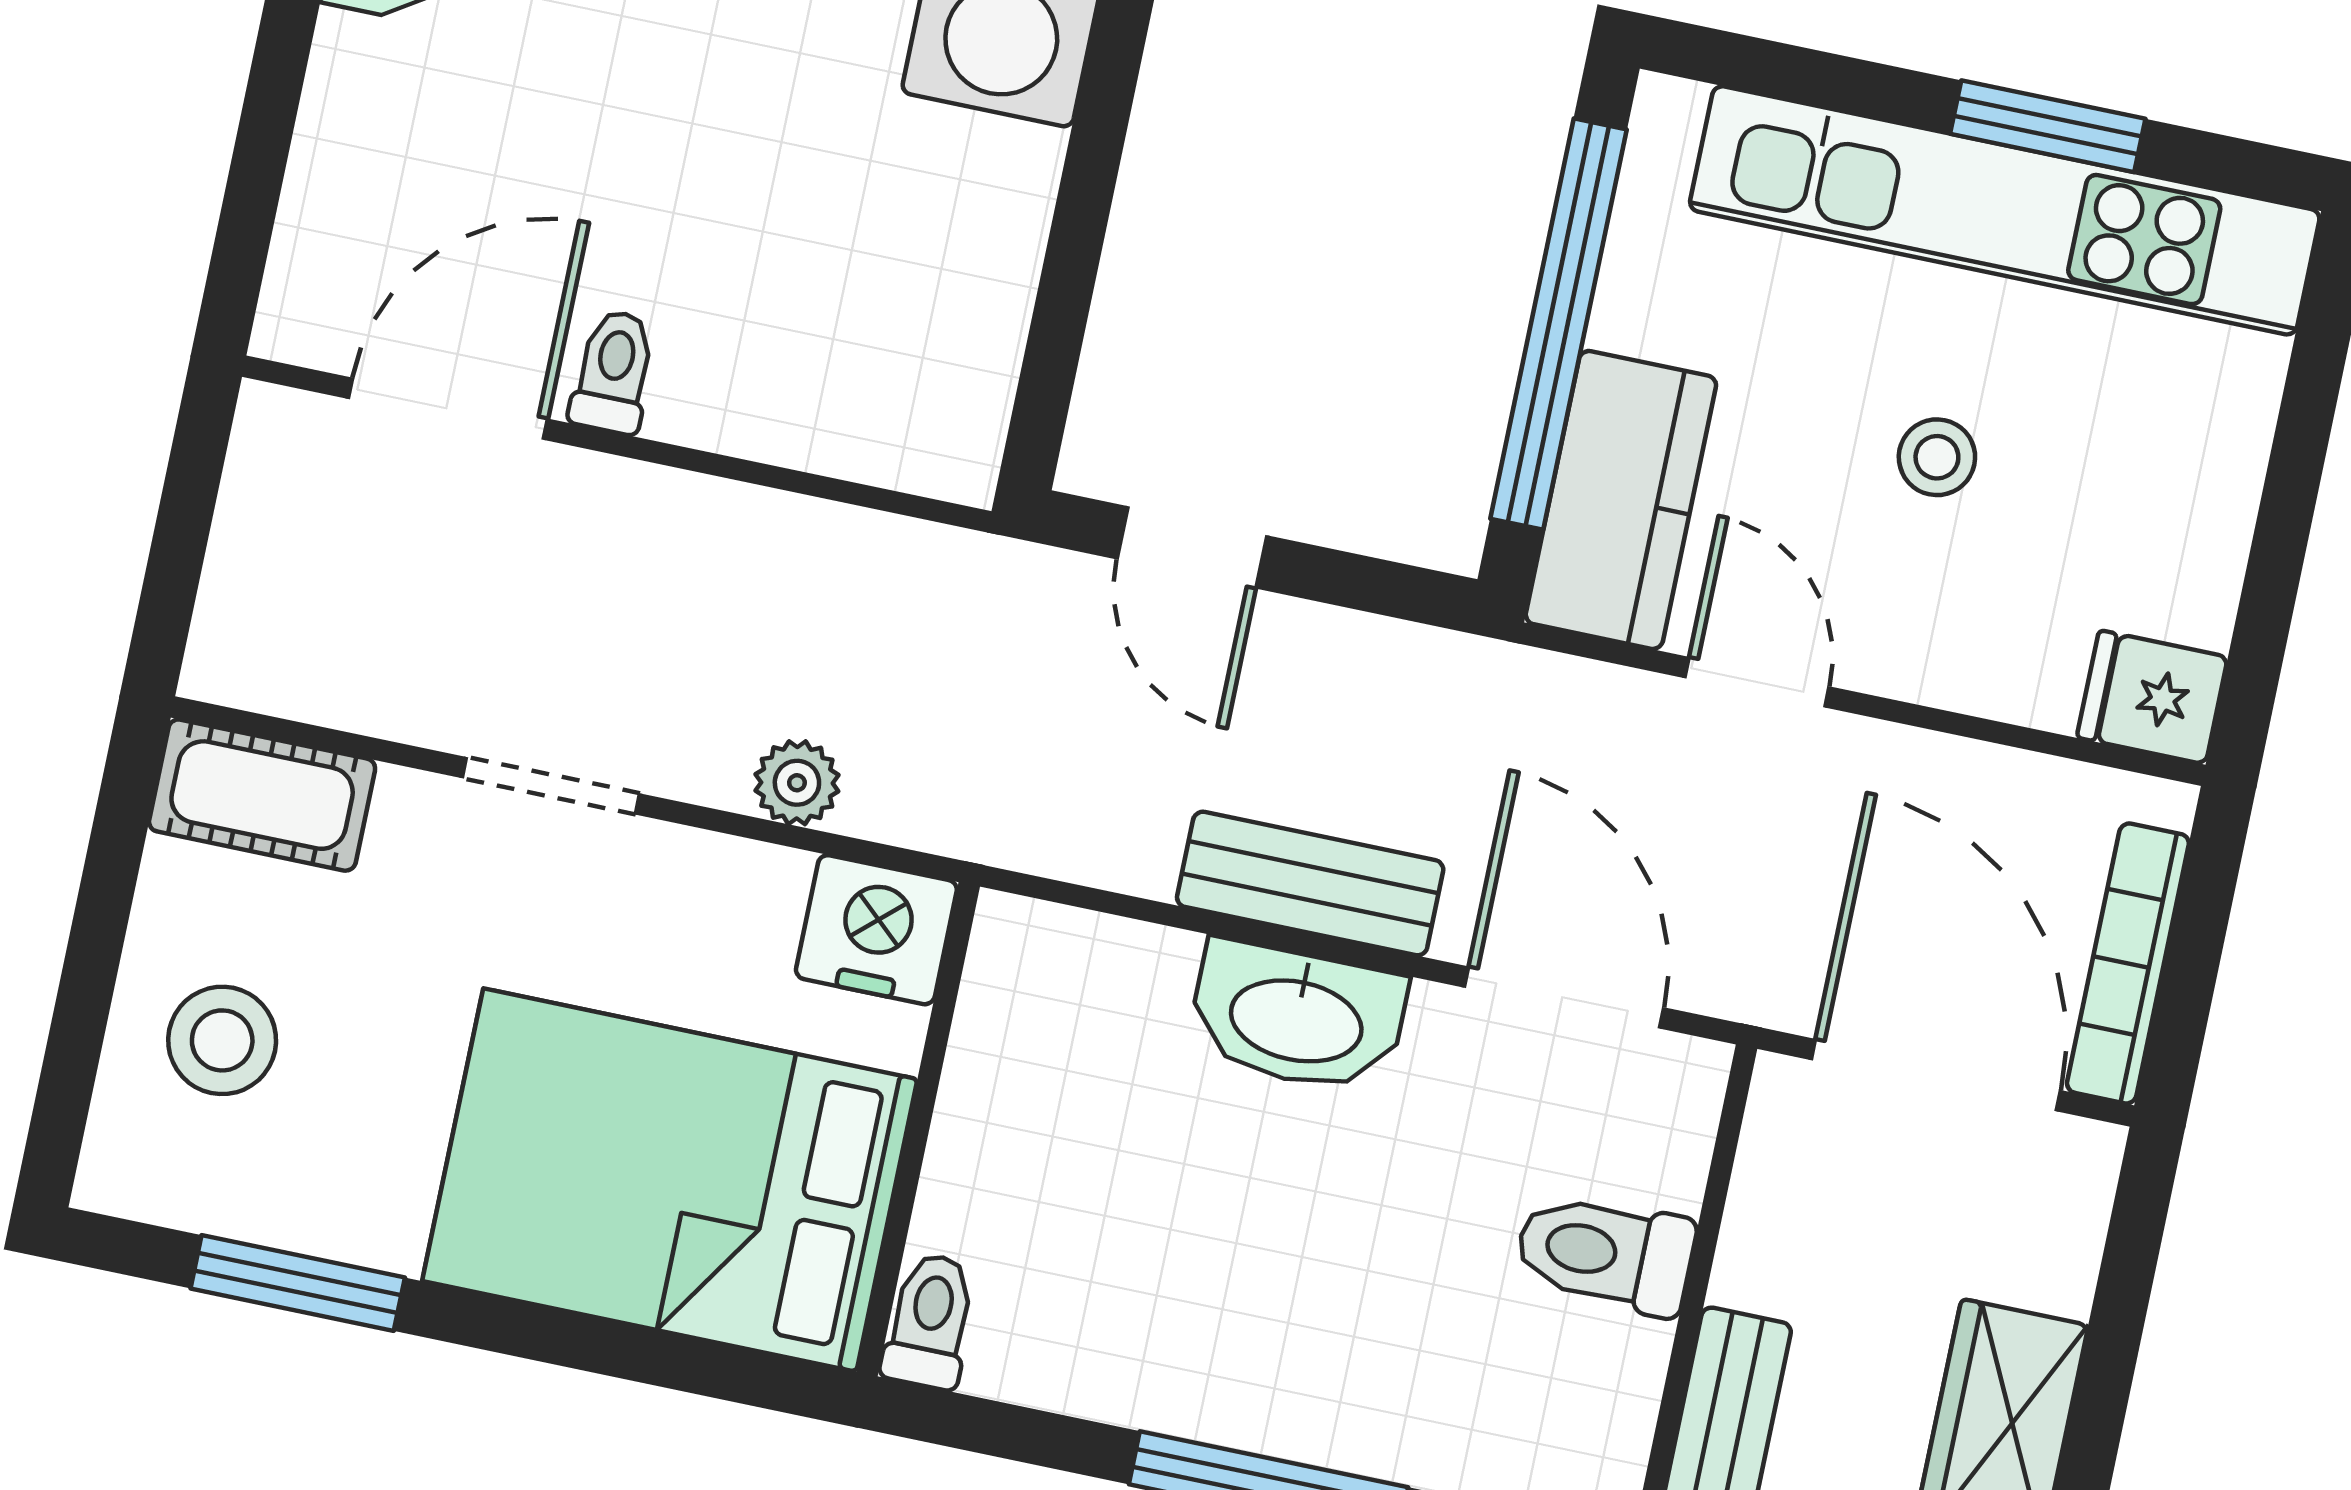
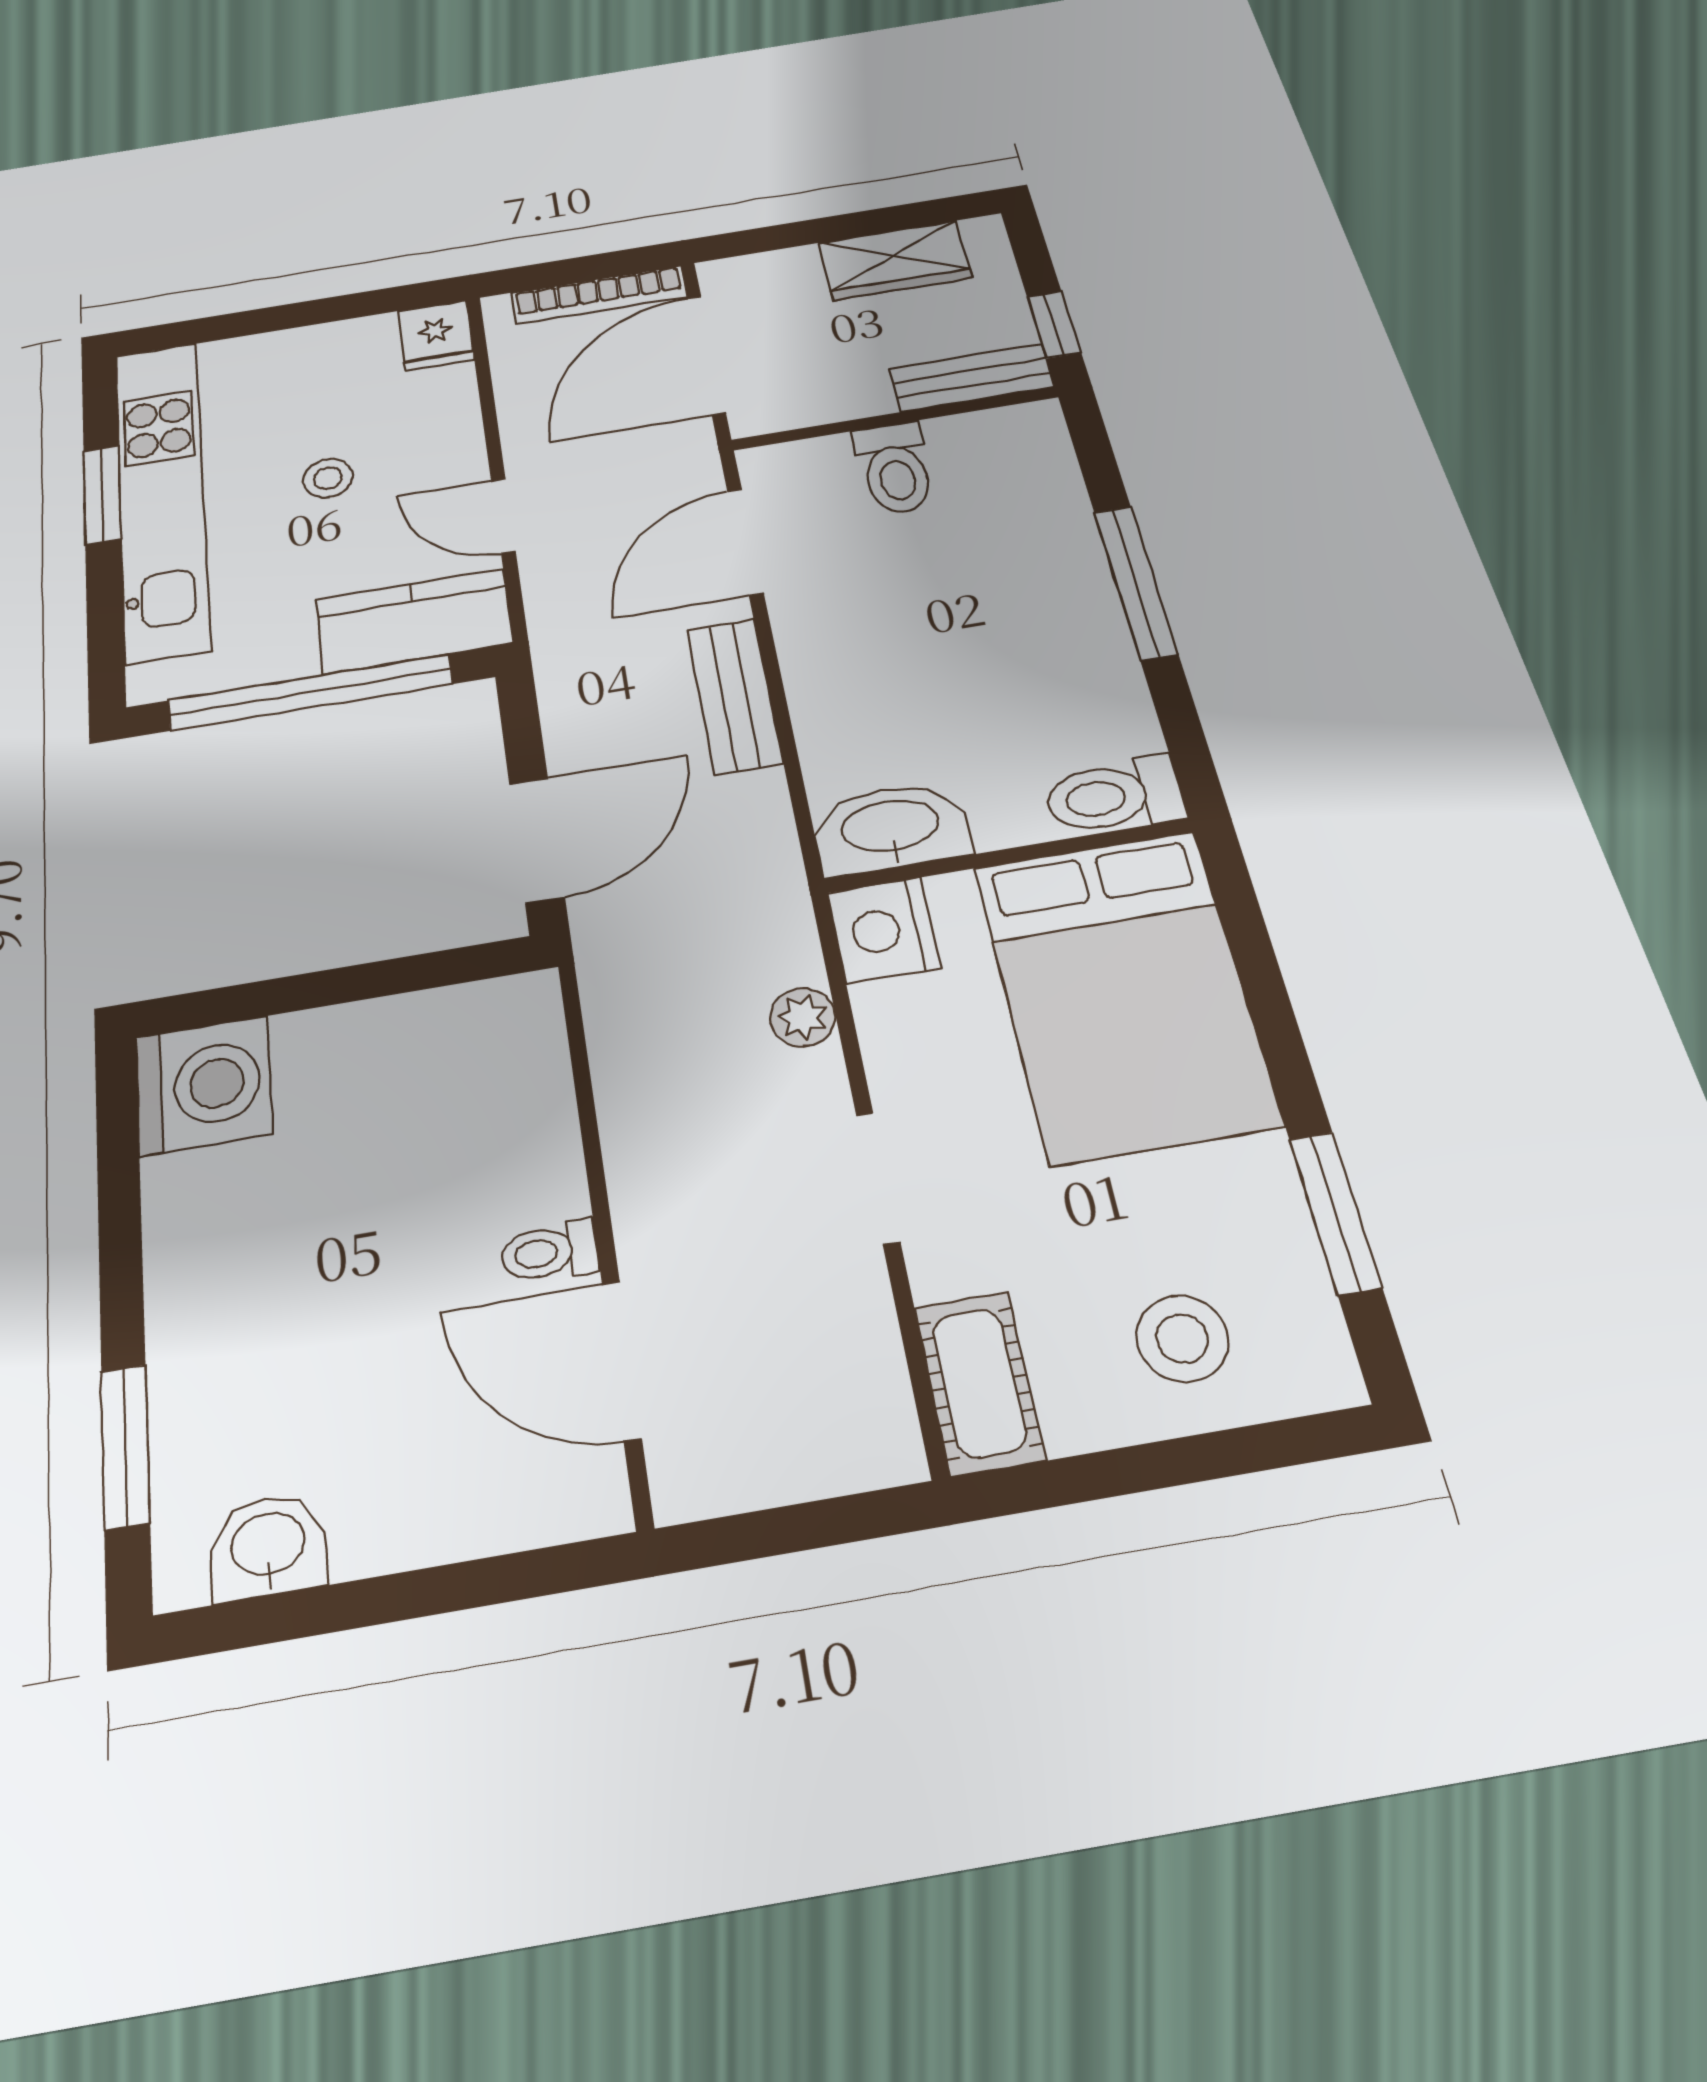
door: (1192, 547) -> (537, 840), width x1.38
door: (1757, 682) -> (503, 516), hinge flipped
washbasin: (1297, 1017) -> (891, 828), moved, turned -90
toilet: (930, 1321) -> (1114, 796), width x1.37, depth x1.39

